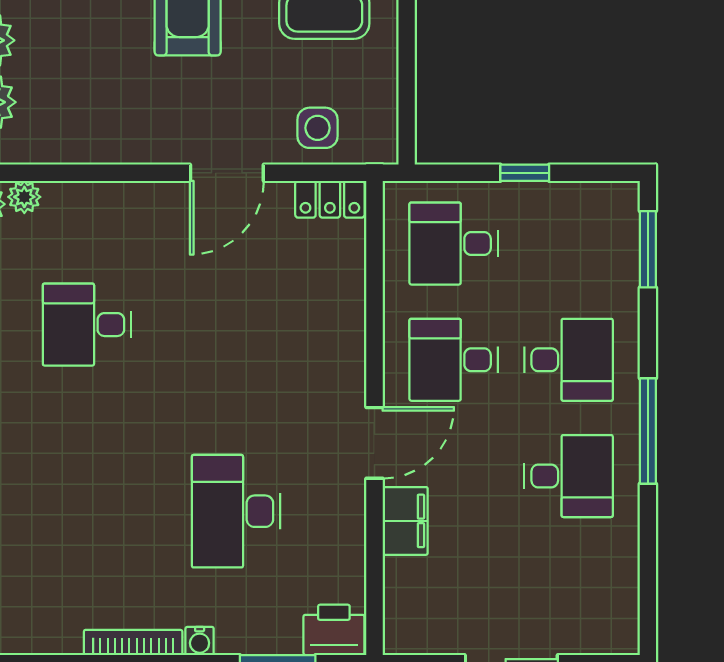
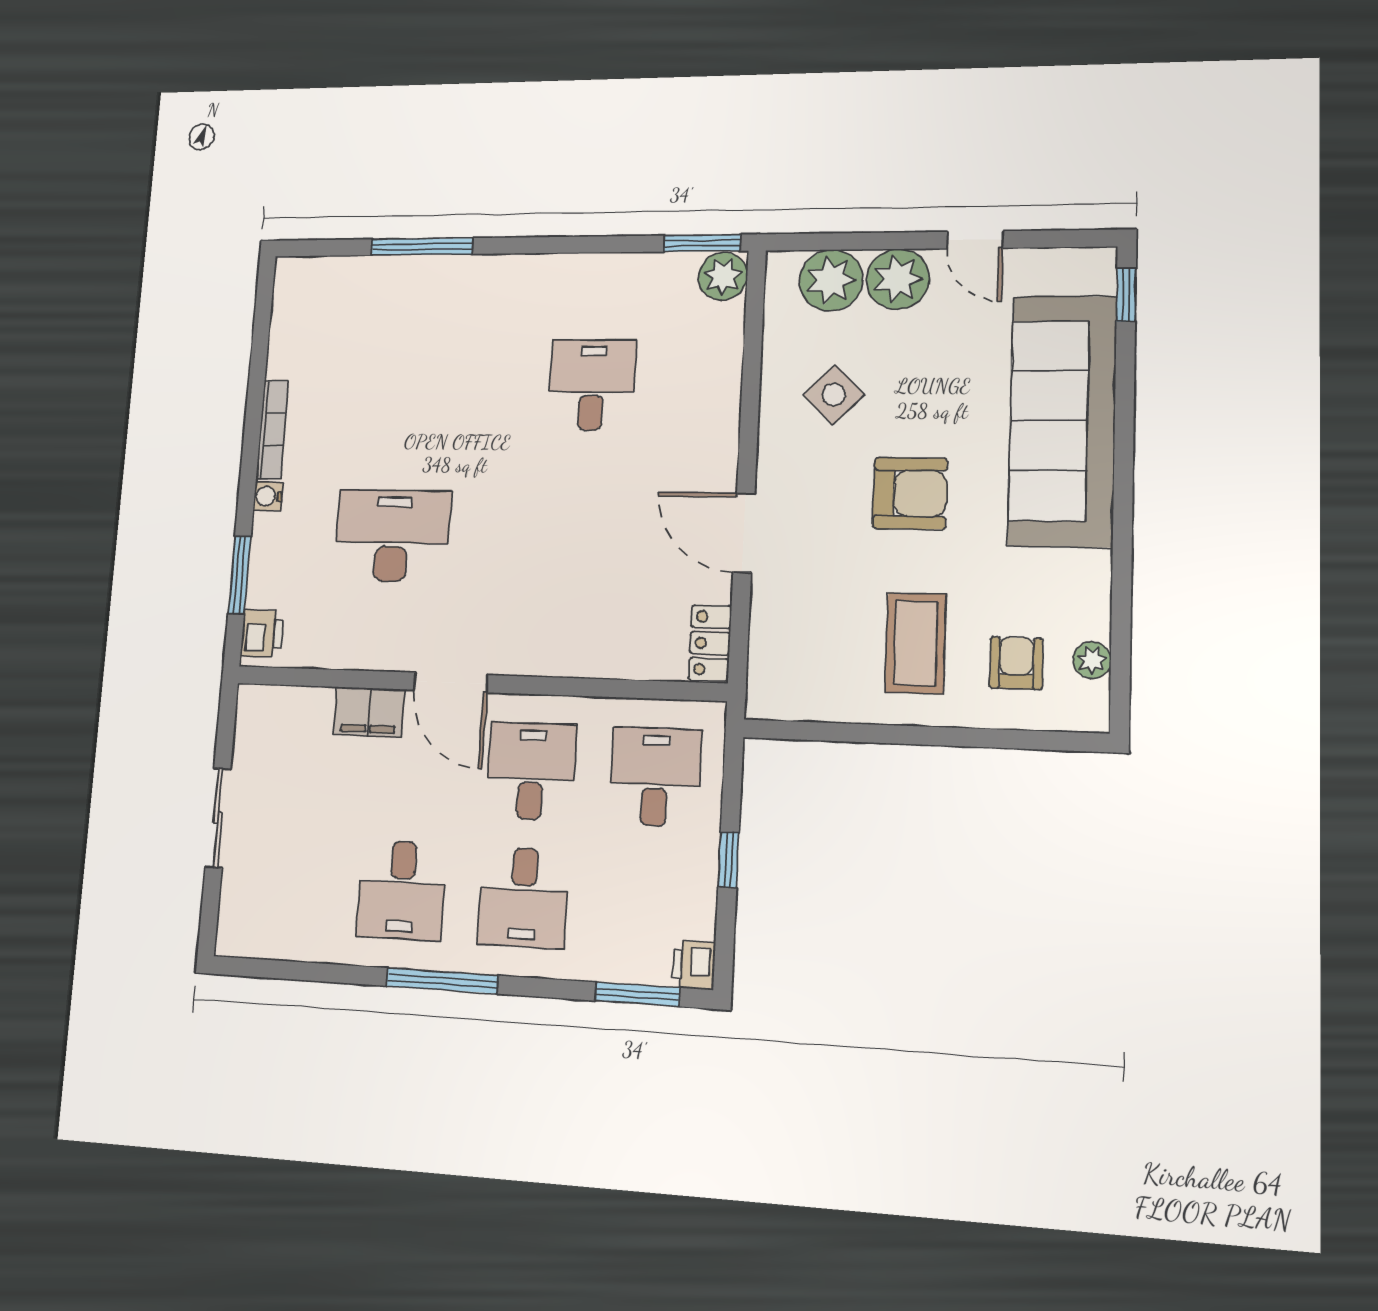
side table: (318, 128) -> (834, 395), moved, turned 45
plant: (24, 197) -> (728, 320), removed
printer: (619, 199) -> (694, 965), added
printer: (334, 630) -> (262, 633), width x0.73, depth x0.81

